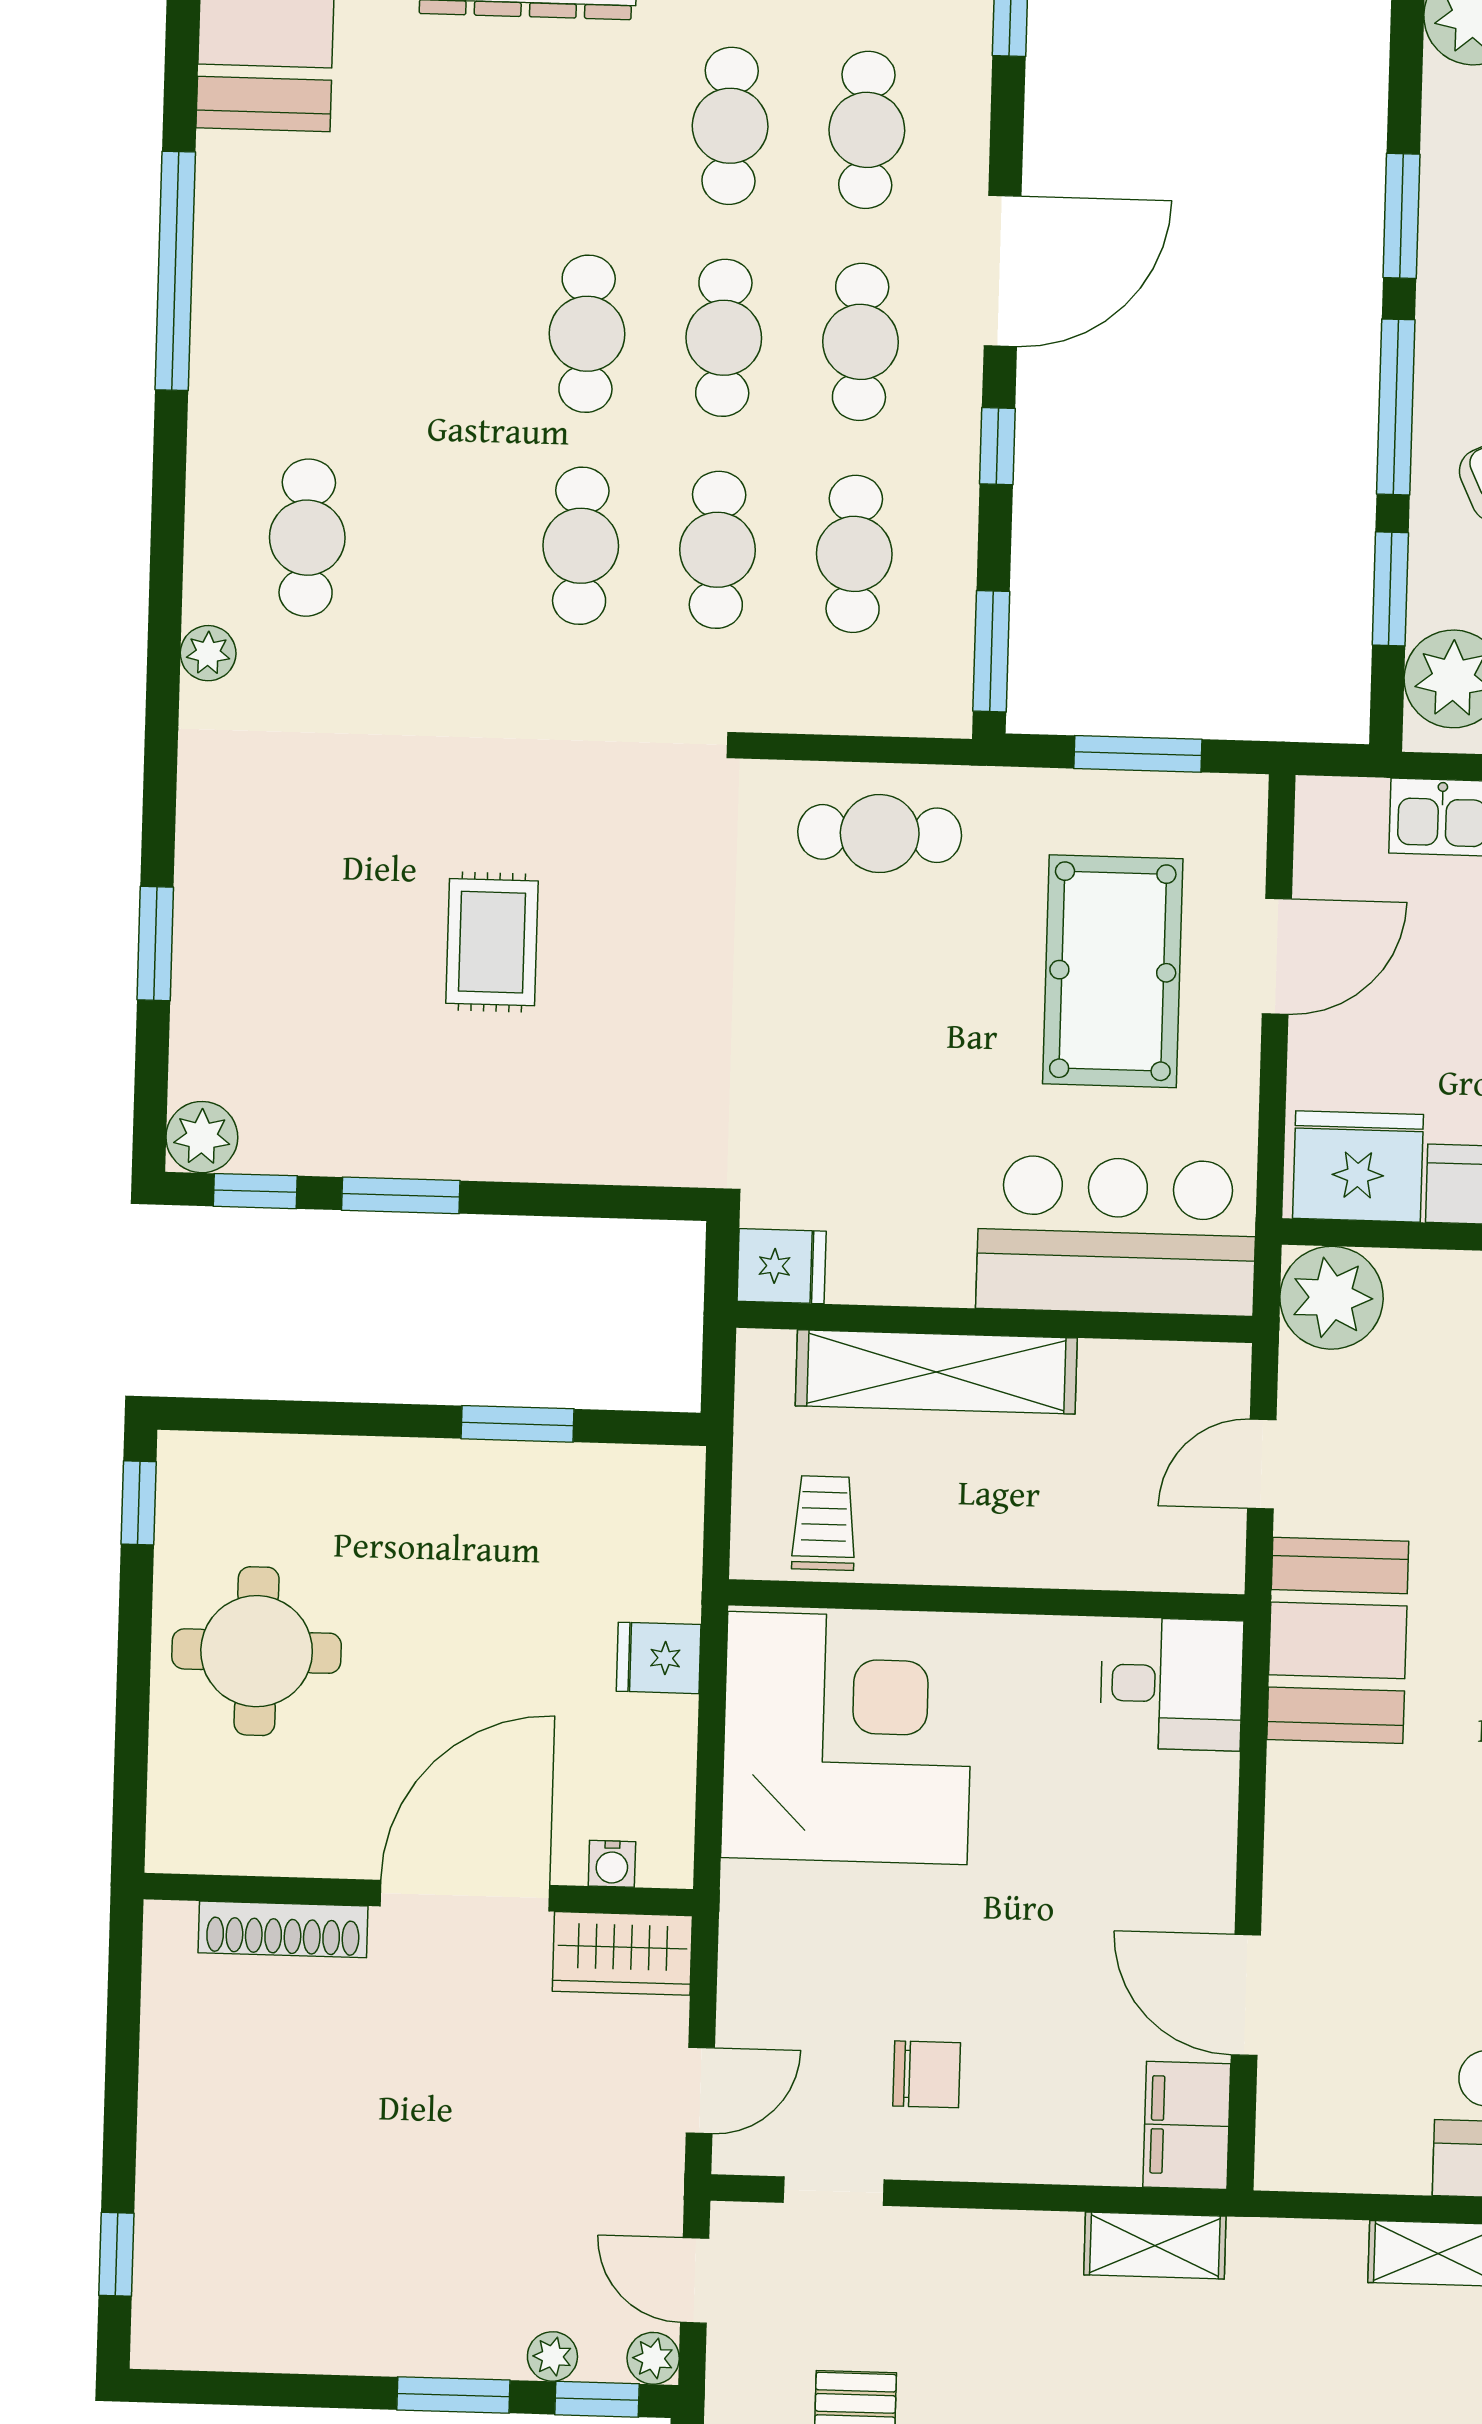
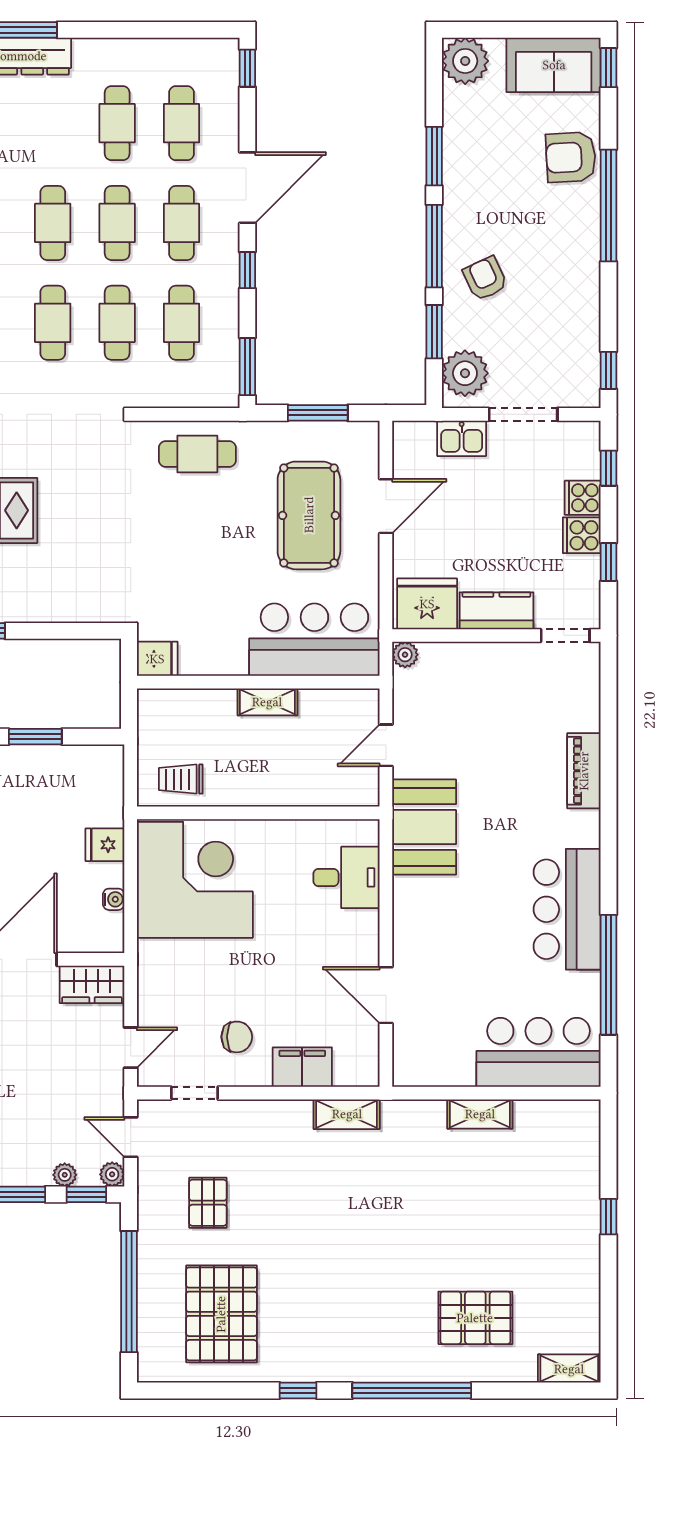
plant: (1332, 1298) -> (405, 655), width x0.53, depth x0.53
shelving: (936, 1372) -> (267, 702), width x0.45, depth x0.75
trolley: (824, 1523) -> (181, 779), turned -90
desk: (1172, 1684) -> (347, 877), moved
water cooler: (612, 1864) -> (114, 899), moved, turned -90
filing cabinet: (1187, 2125) -> (302, 1067), moved, turned 90

